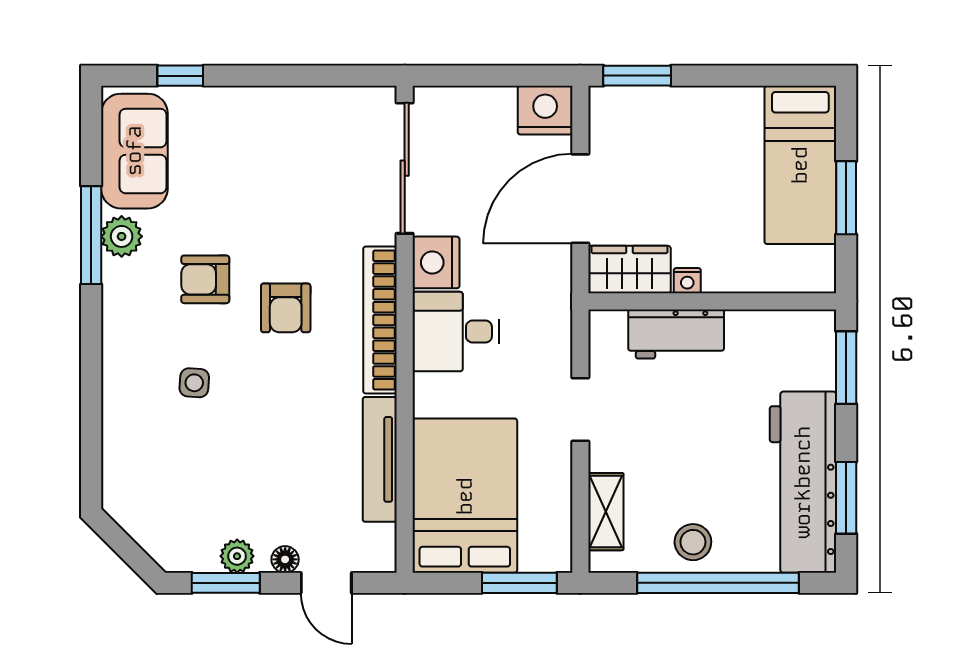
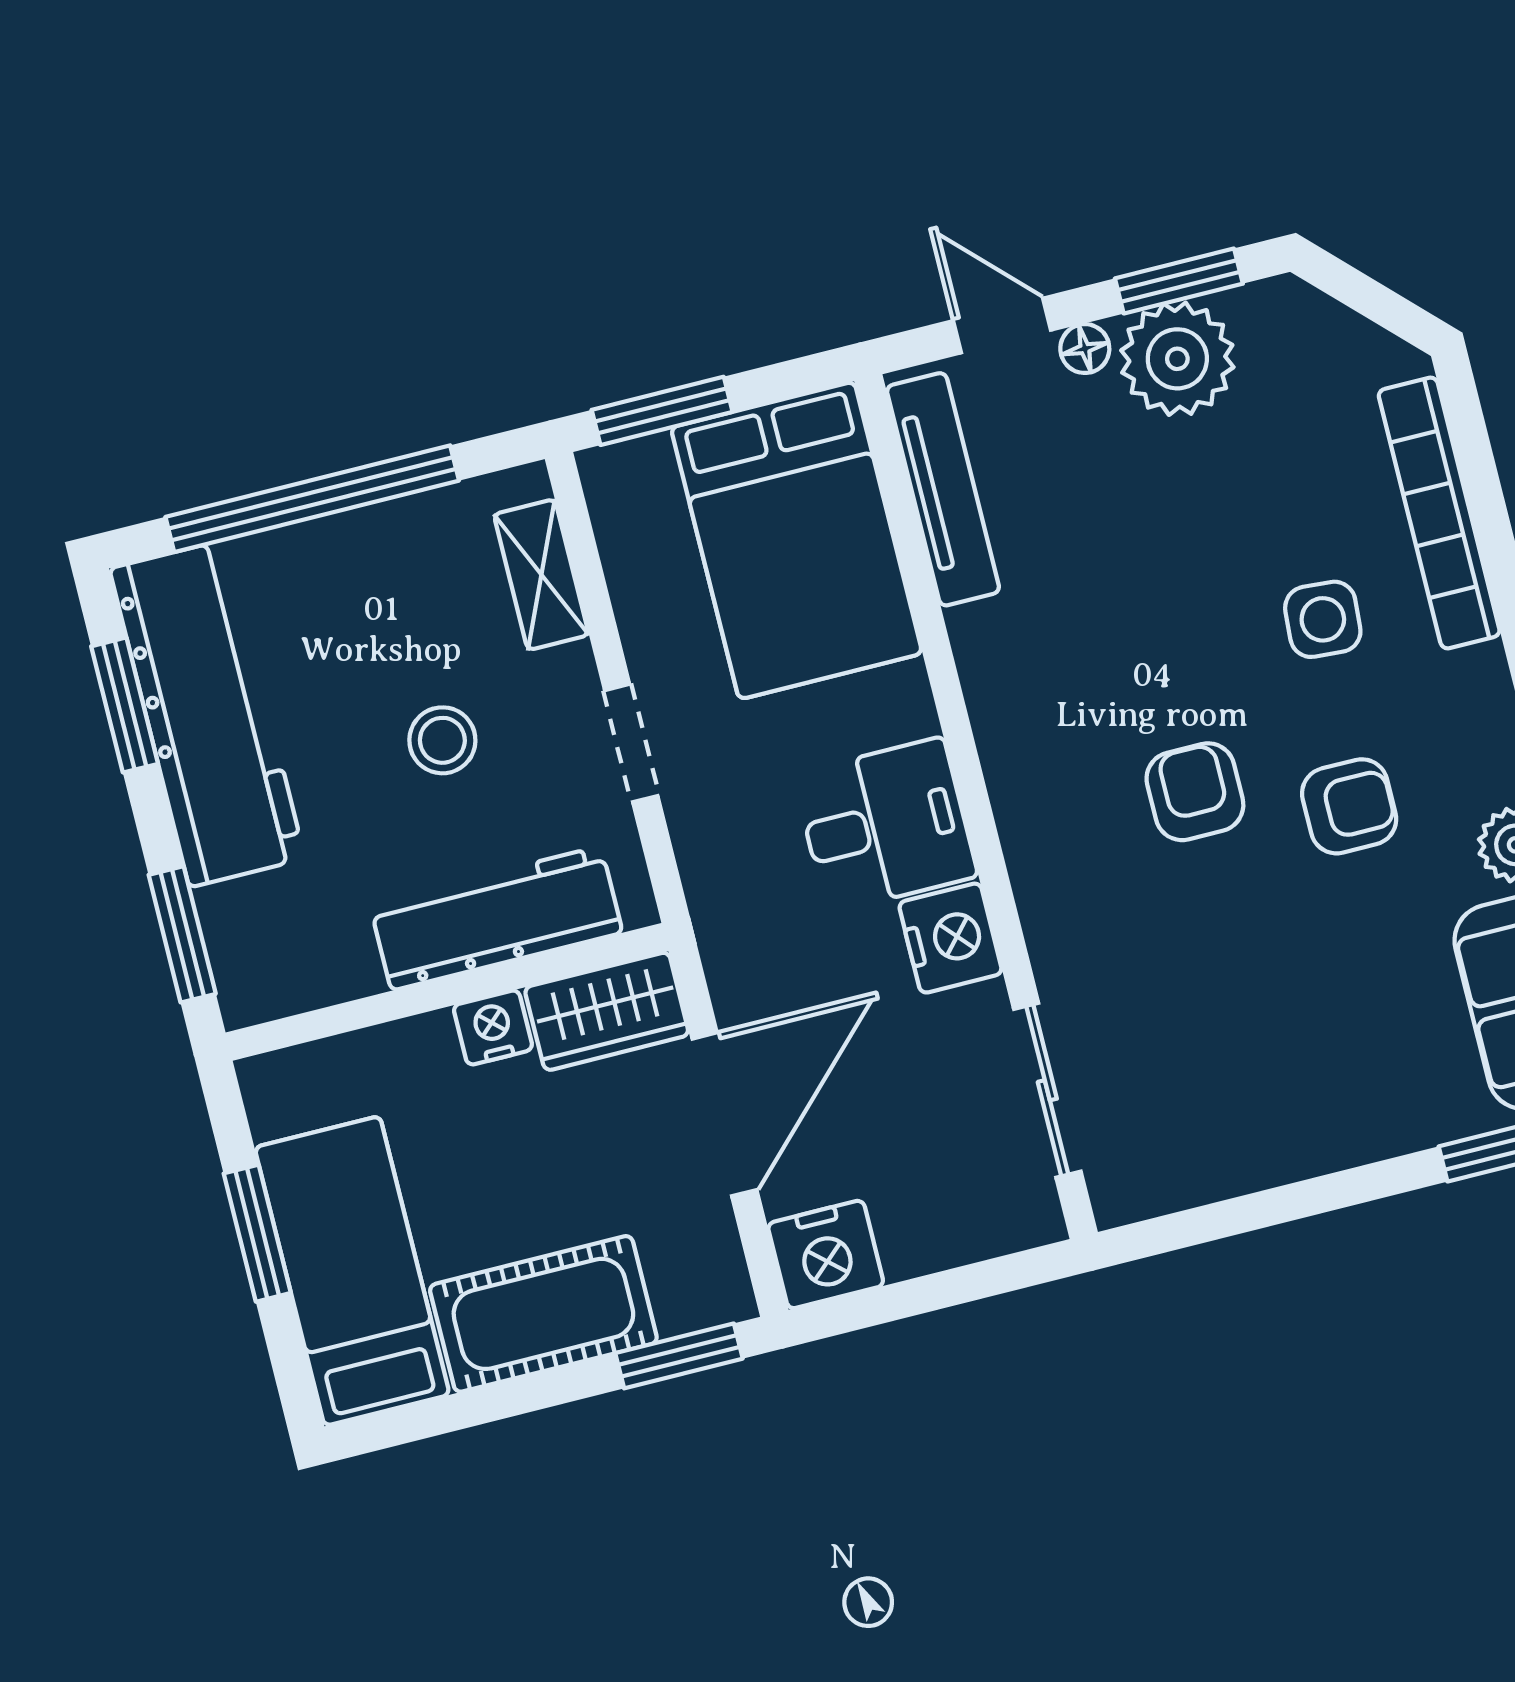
cot: (704, 116) -> (543, 1314), added
sliding door: (405, 168) -> (1047, 1090), width x0.73
nightstand: (687, 281) -> (493, 1027), width x1.39, depth x1.35
bookcase: (380, 320) -> (1439, 513), moved, turned 180
workbench: (676, 334) -> (496, 918), width x1.37
side table: (194, 383) -> (1323, 619), width x1.37, depth x1.37
tv unit: (380, 459) -> (943, 489), moved
stool: (693, 542) -> (442, 740), moved
plant: (237, 556) -> (1177, 359), width x1.88, depth x1.88

